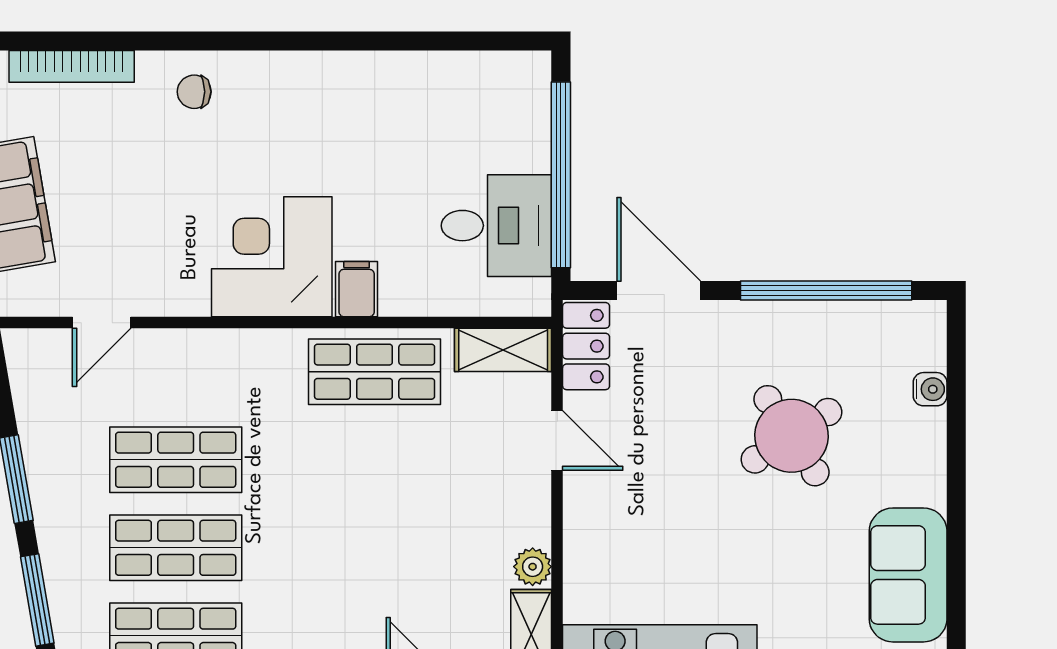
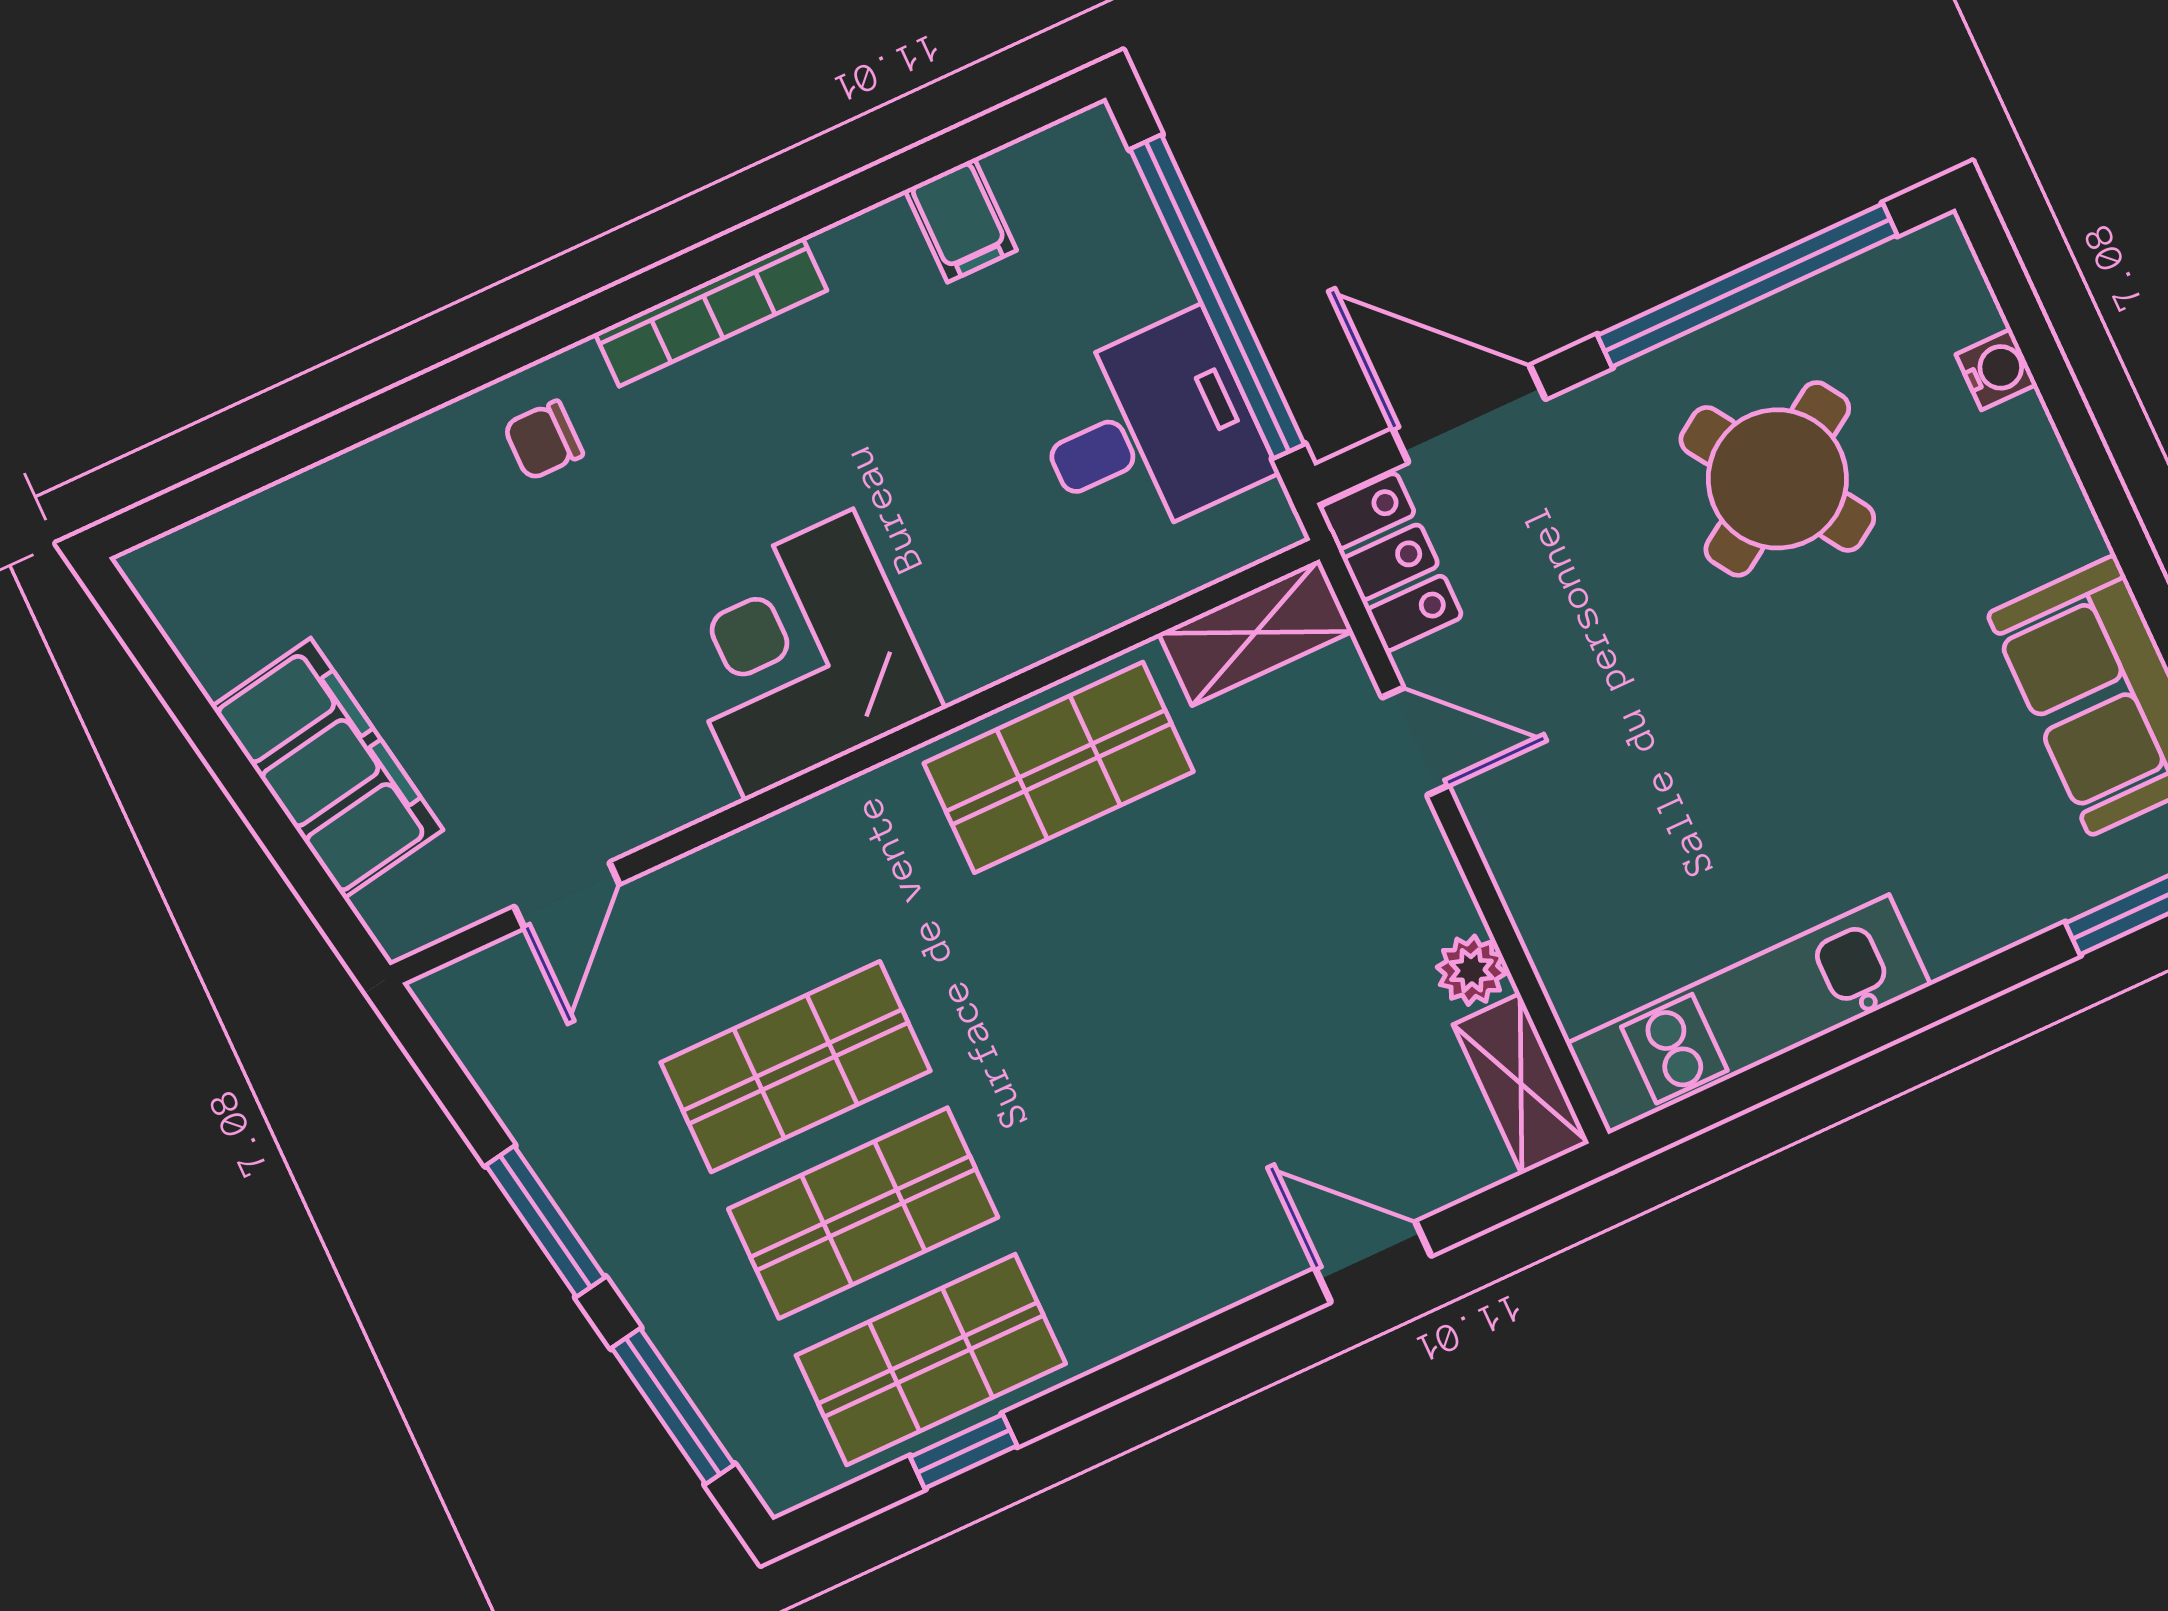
bookcase: (72, 66) -> (711, 312), moved
filing cabinet: (357, 289) -> (961, 220), moved, turned 180
round table: (791, 436) -> (1777, 479), moved

